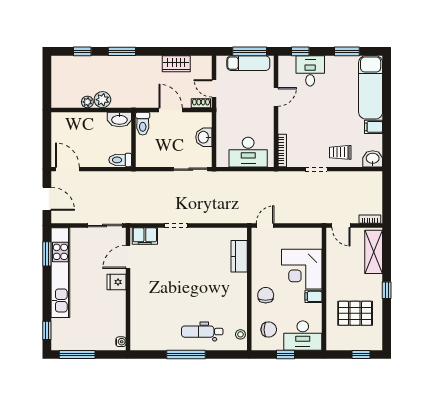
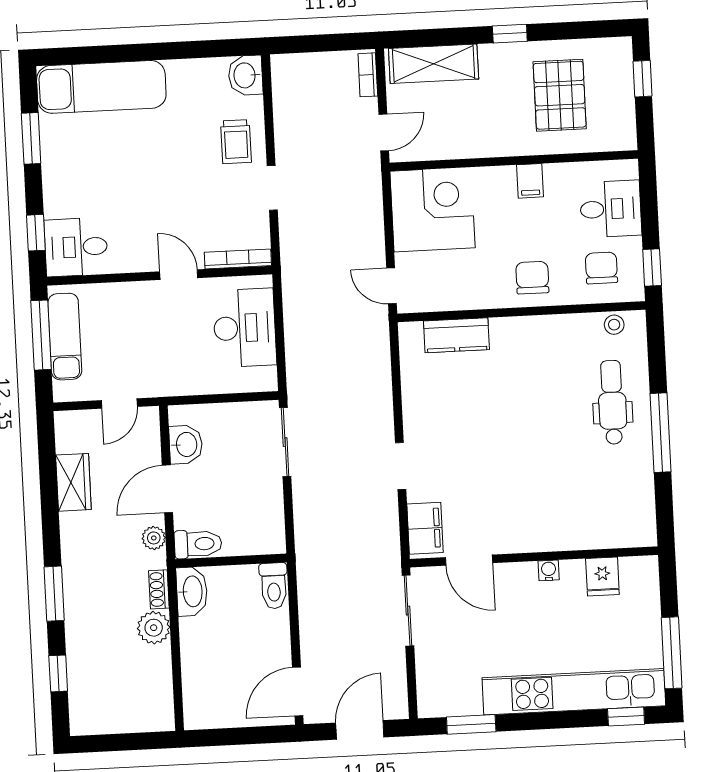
desk: (310, 71) -> (76, 247), moved
door: (276, 97) -> (179, 275), moved
plant: (87, 102) -> (154, 538), moved
shoe rack: (201, 103) -> (159, 589), moved
filing cabinet: (374, 127) -> (181, 77), removed
washbasin: (204, 137) -> (186, 444), moved, turned -90
corner desk: (302, 269) -> (433, 210), moved, turned -90
kitchen unit: (60, 273) -> (574, 692), moved
fridge: (117, 282) -> (602, 576), moved
chair: (266, 295) -> (532, 278), turned 90
dental chair: (202, 332) -> (612, 402), turned 180
desk: (303, 336) -> (611, 209), width x0.73
water cooler: (121, 342) -> (549, 570), moved
window: (285, 355) -> (652, 268), moved

